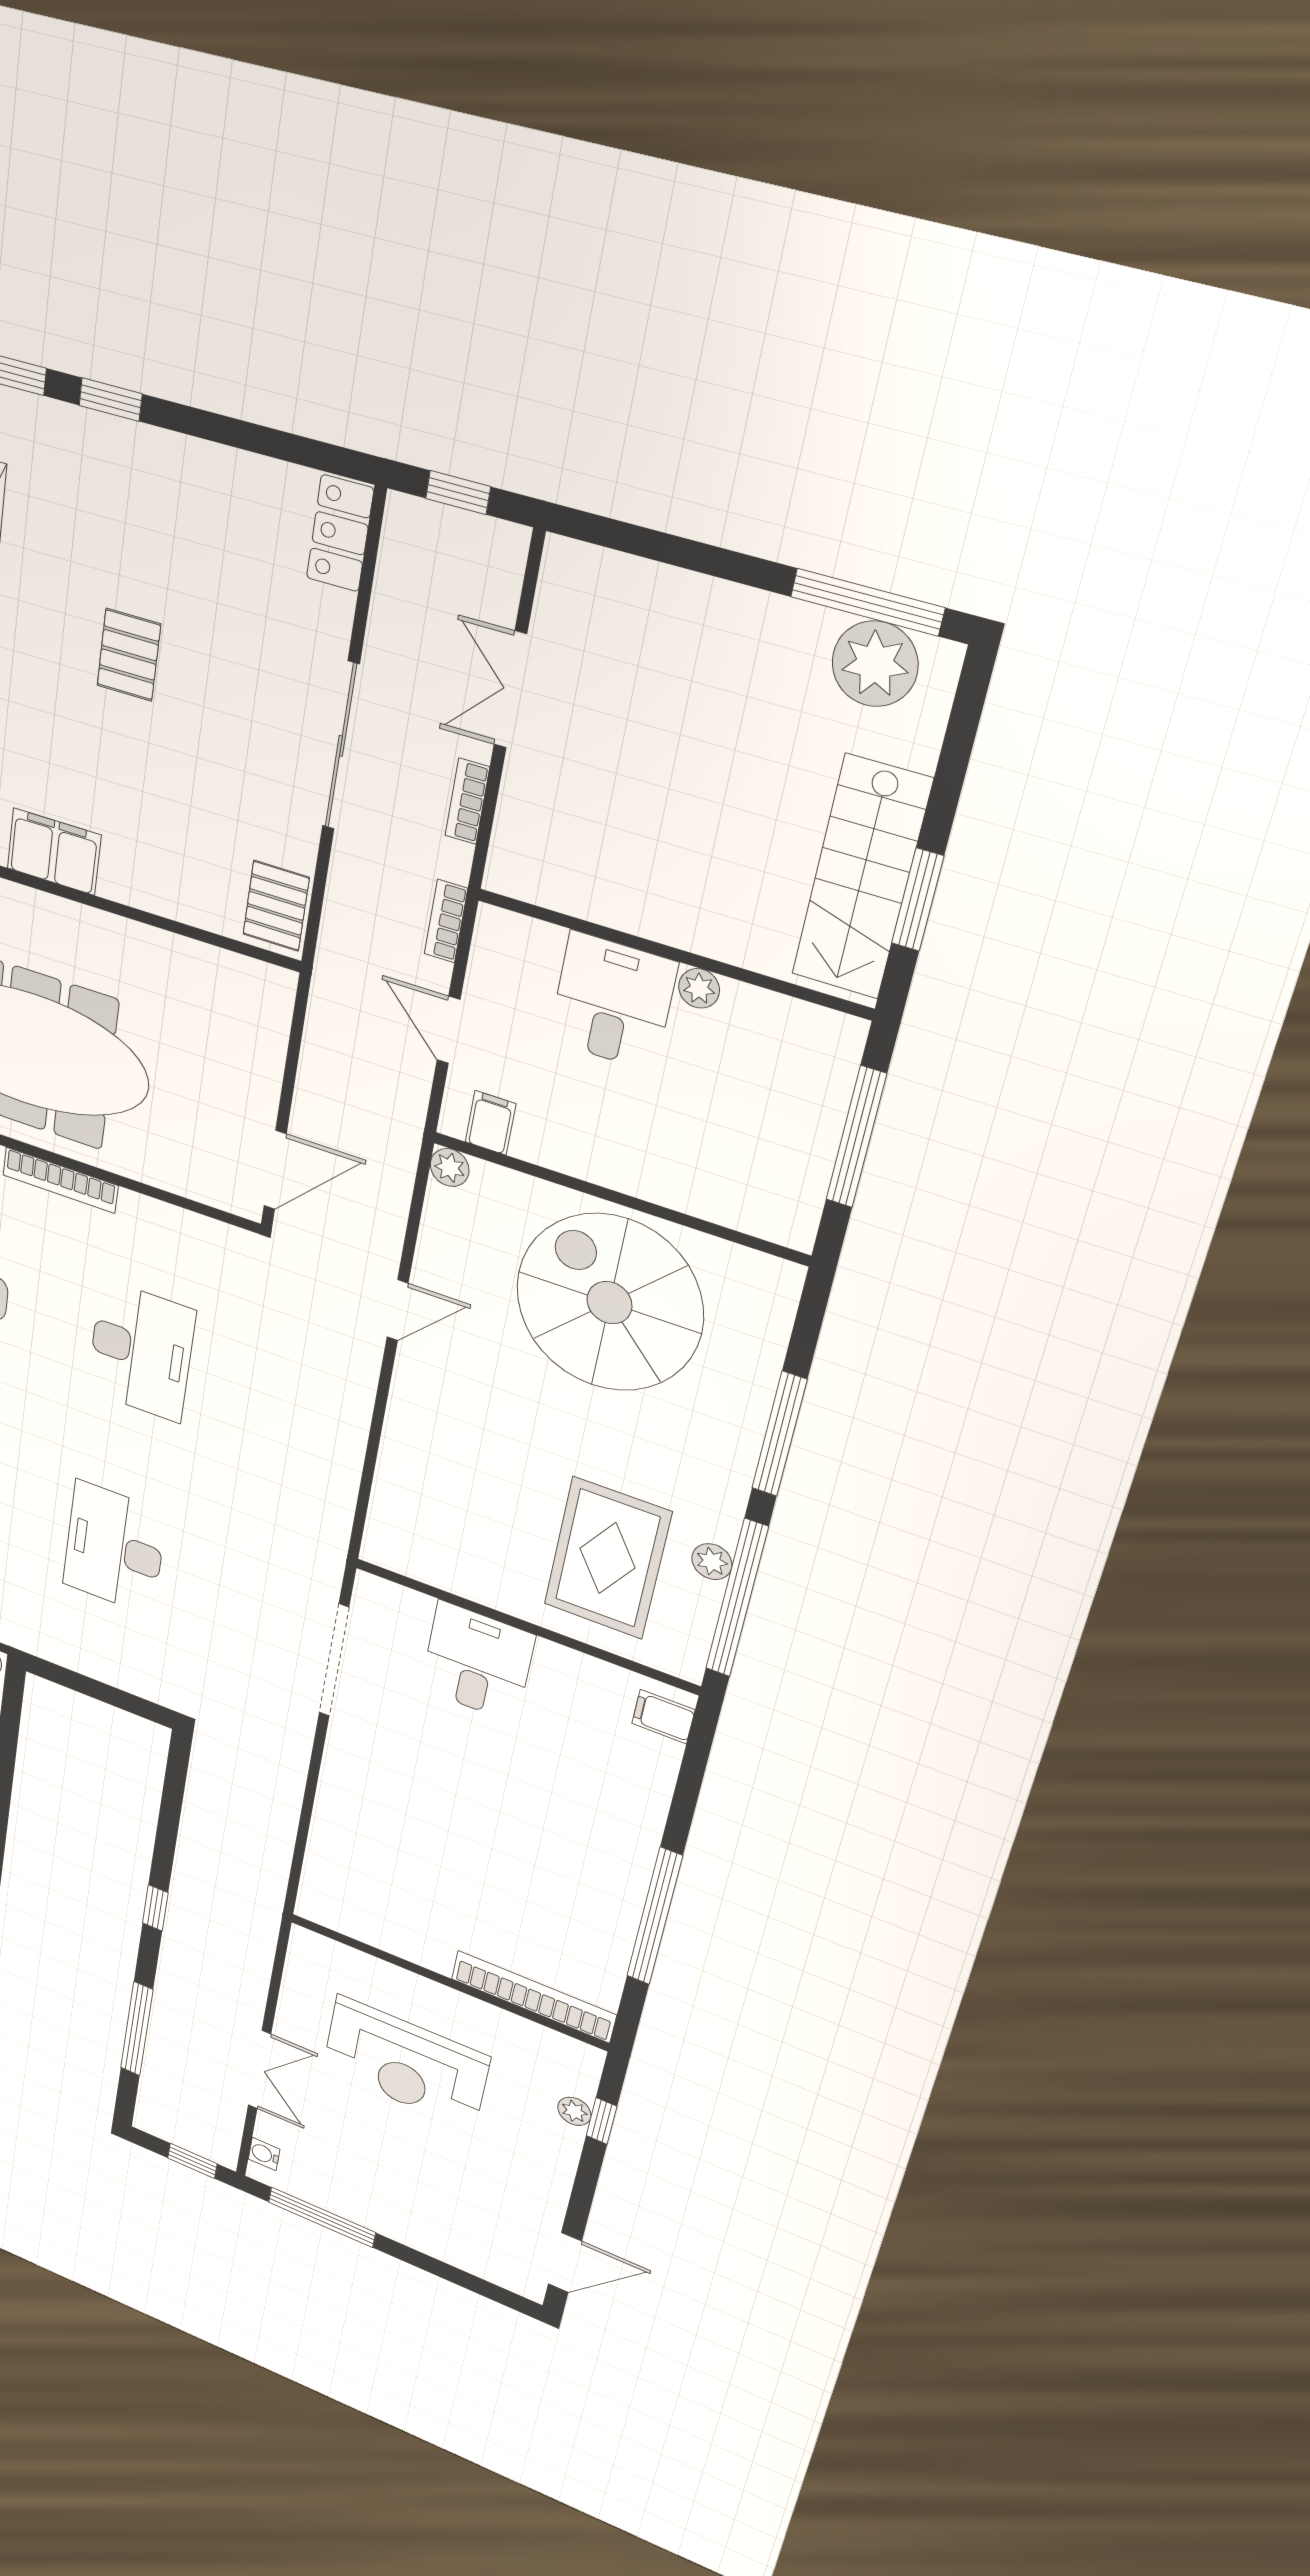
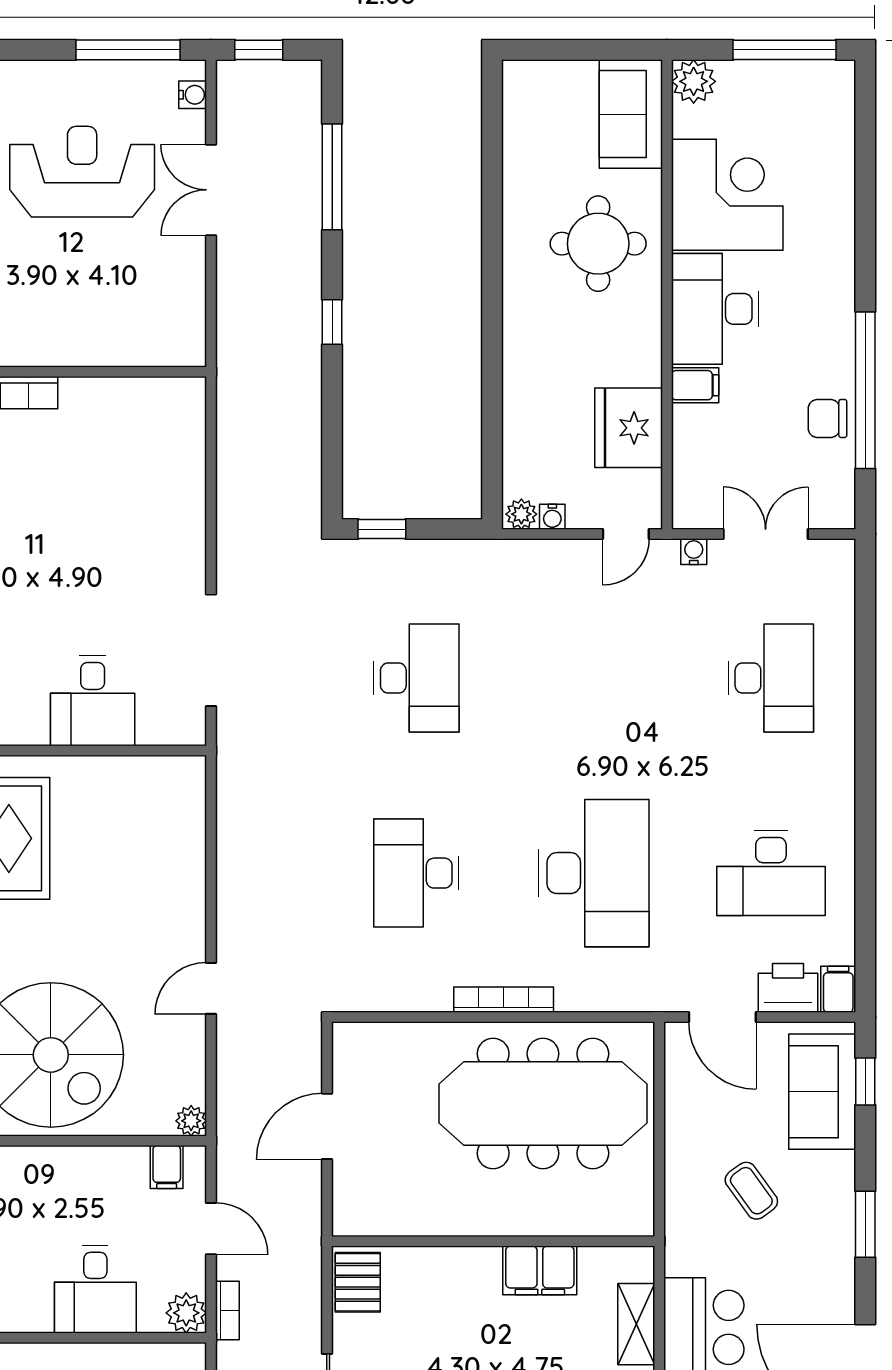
plant: (699, 988) -> (186, 1313), moved, width x1.38, depth x1.38
door: (275, 1170) -> (327, 1126), moved
window: (131, 1703) -> (382, 529), added
reception desk: (406, 2063) -> (82, 172), moved

